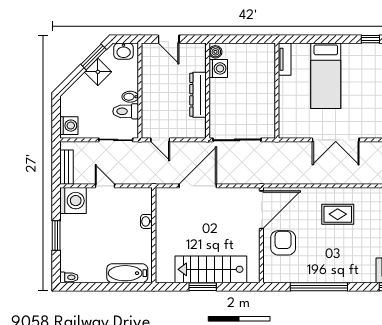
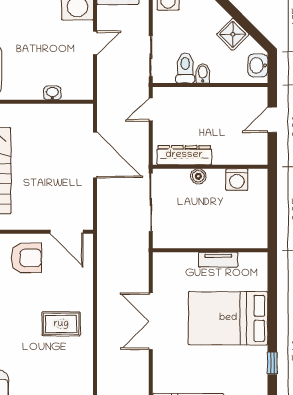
boiler: (215, 52) -> (198, 176), moved
window: (94, 57) -> (251, 29), removed
tv unit: (285, 59) -> (218, 260), moved
bed: (326, 76) -> (228, 318), width x1.50
dresser: (198, 95) -> (184, 155), moved
door: (261, 210) -> (66, 232), width x0.73
rug: (338, 214) -> (61, 324), turned 90

